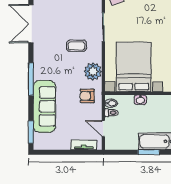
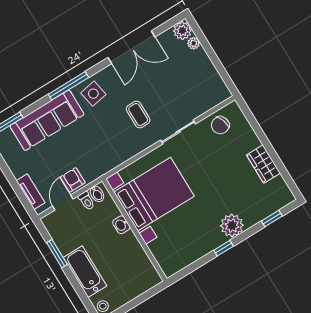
double door: (31, 24) -> (131, 47), swing flipped
side table: (46, 66) -> (93, 94), added
plant: (93, 72) -> (120, 151), removed
armchair: (87, 96) -> (73, 180), moved
window: (149, 152) -> (57, 254), moved

